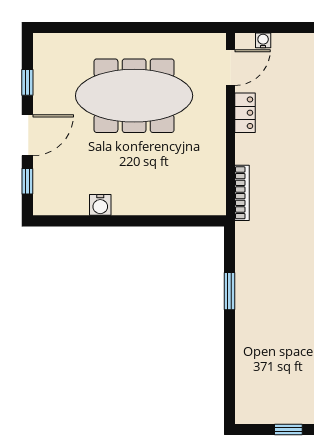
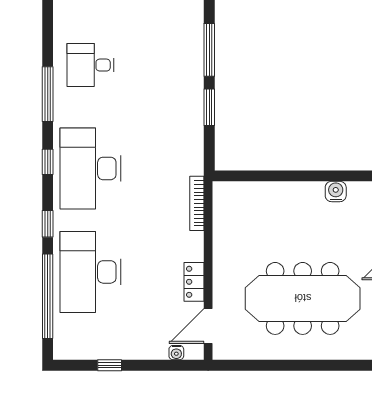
window: (229, 350) -> (209, 50), added

